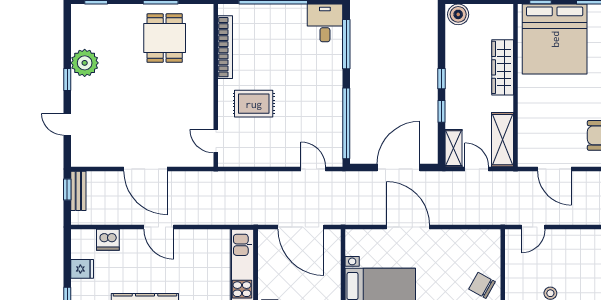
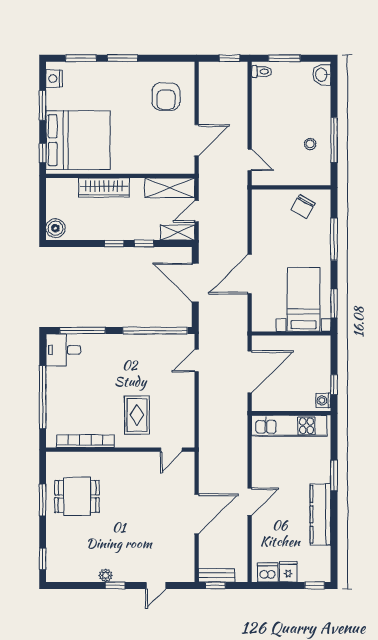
plant: (85, 63) -> (106, 575), width x0.53, depth x0.53
dishwasher: (108, 240) -> (268, 572), moved, turned -90

